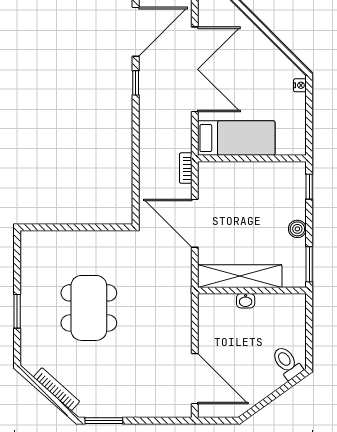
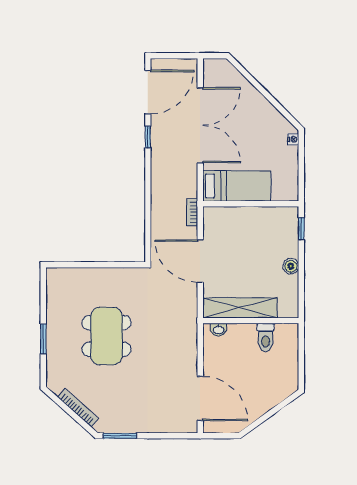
window: (309, 264) -> (301, 297), removed
washbasin: (246, 301) -> (219, 330), moved
toilet: (287, 363) -> (266, 338), moved, turned -144

